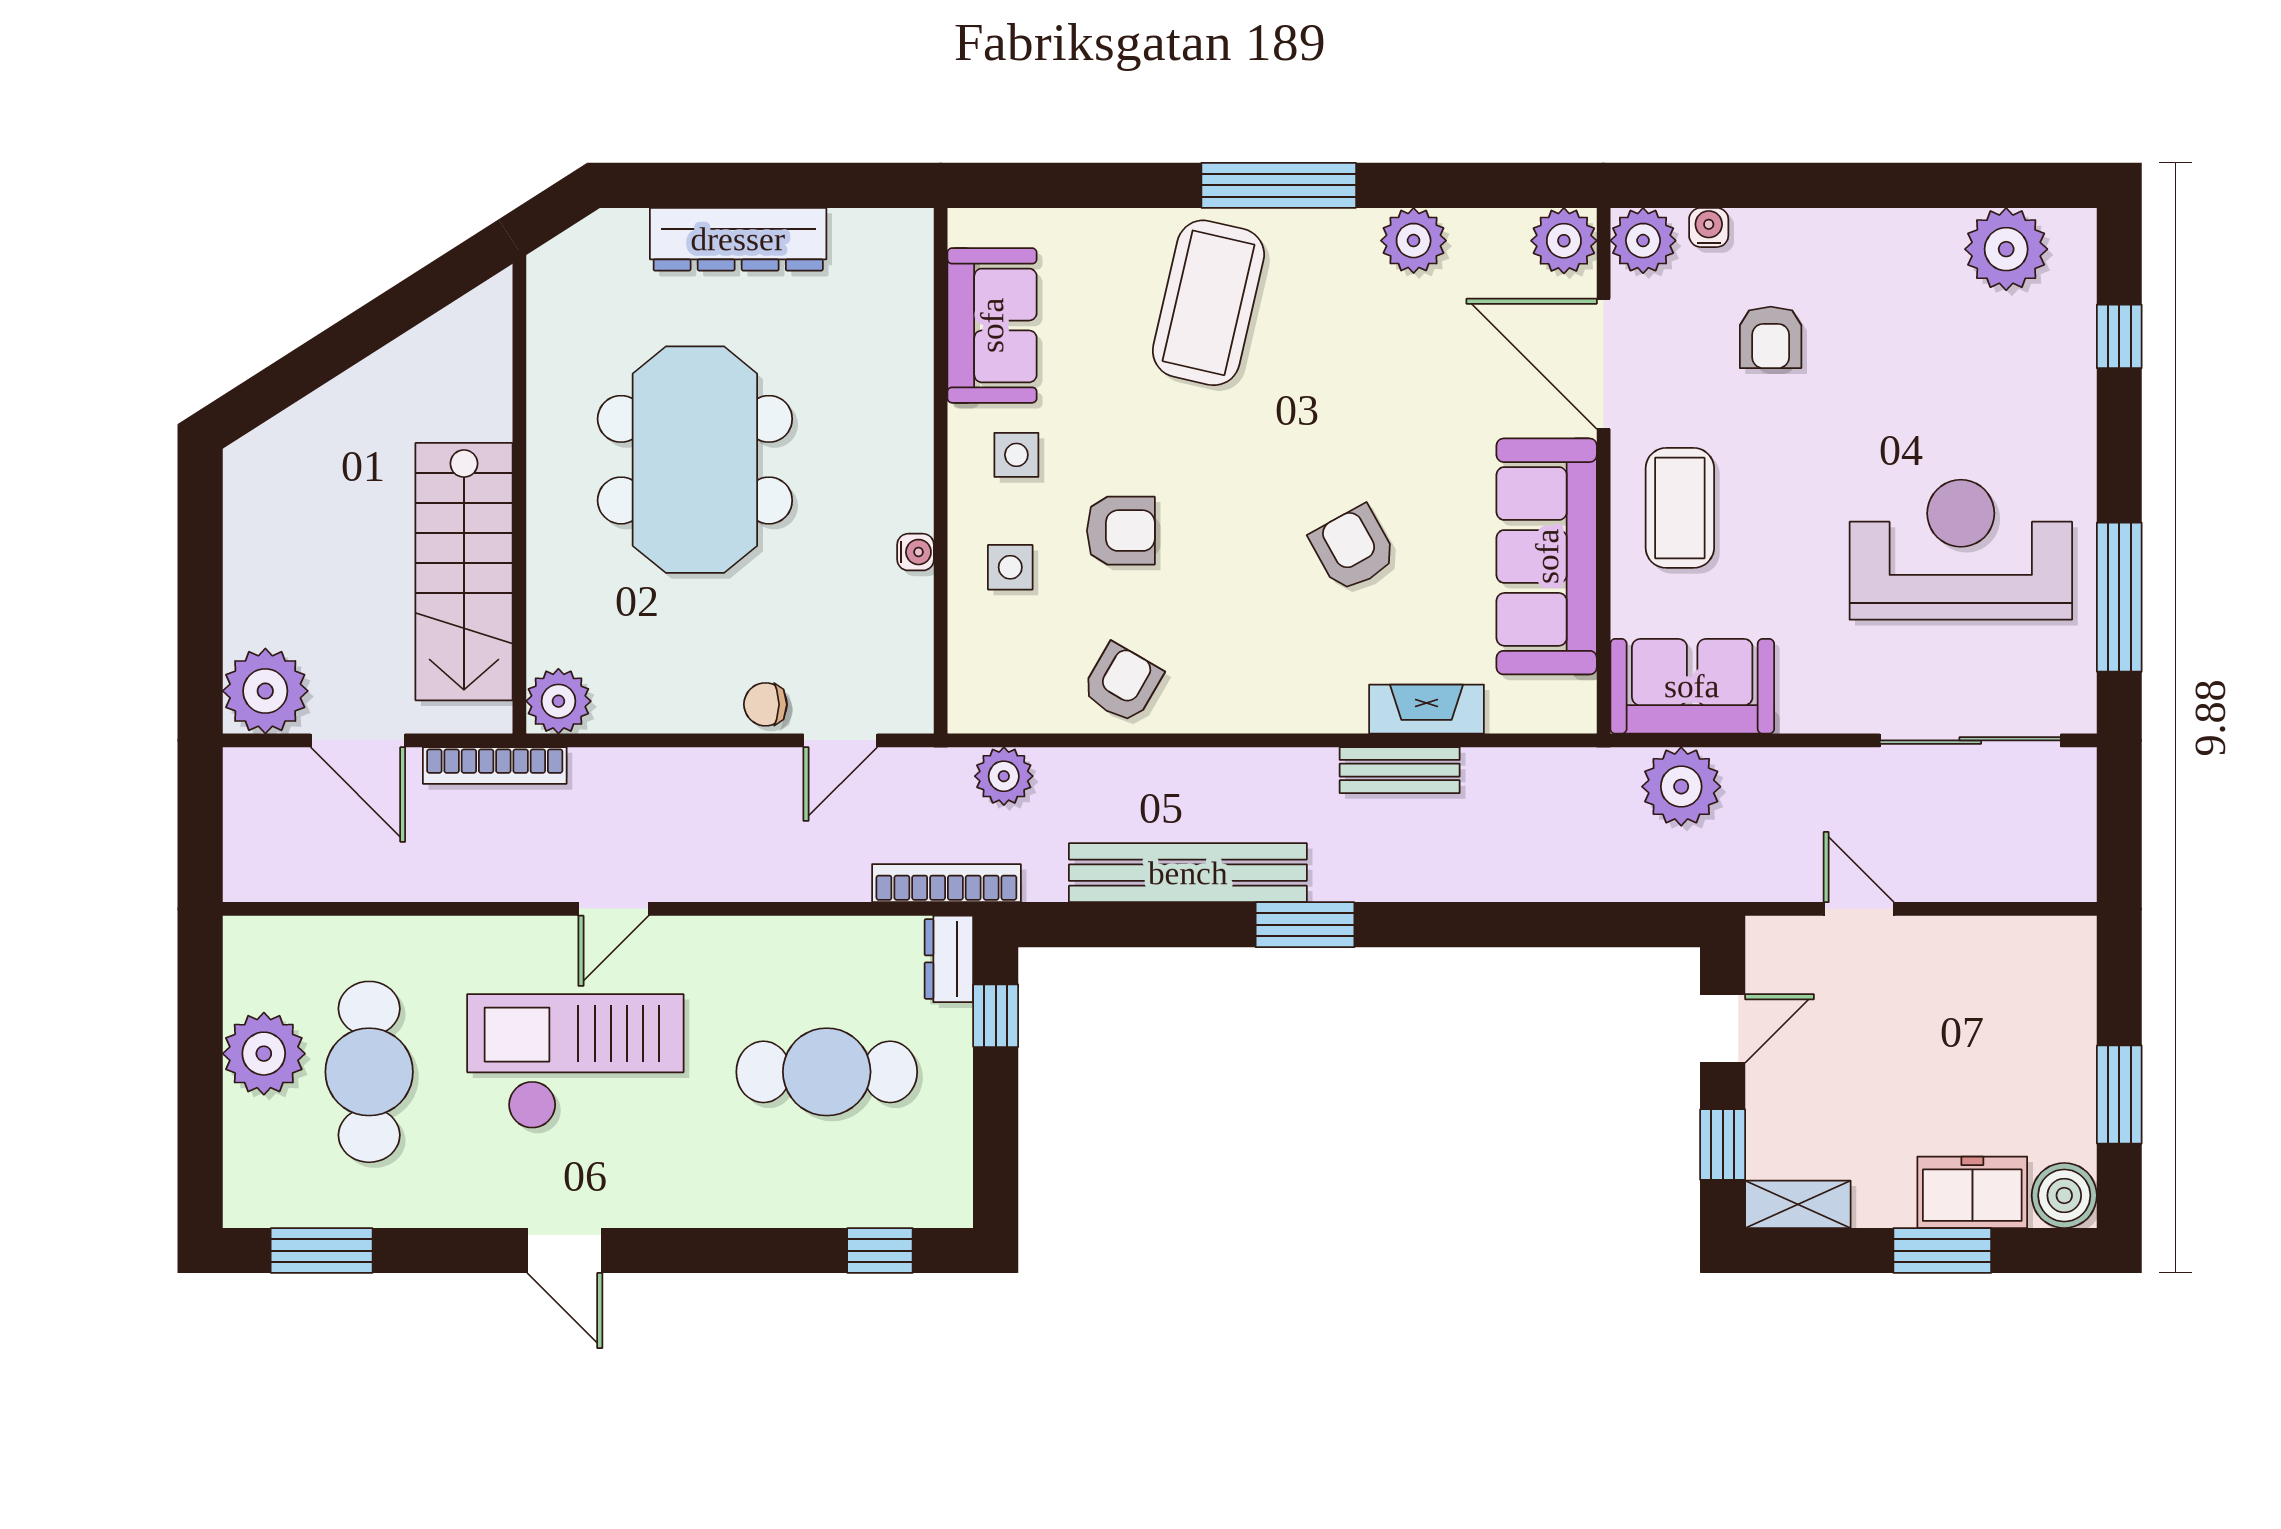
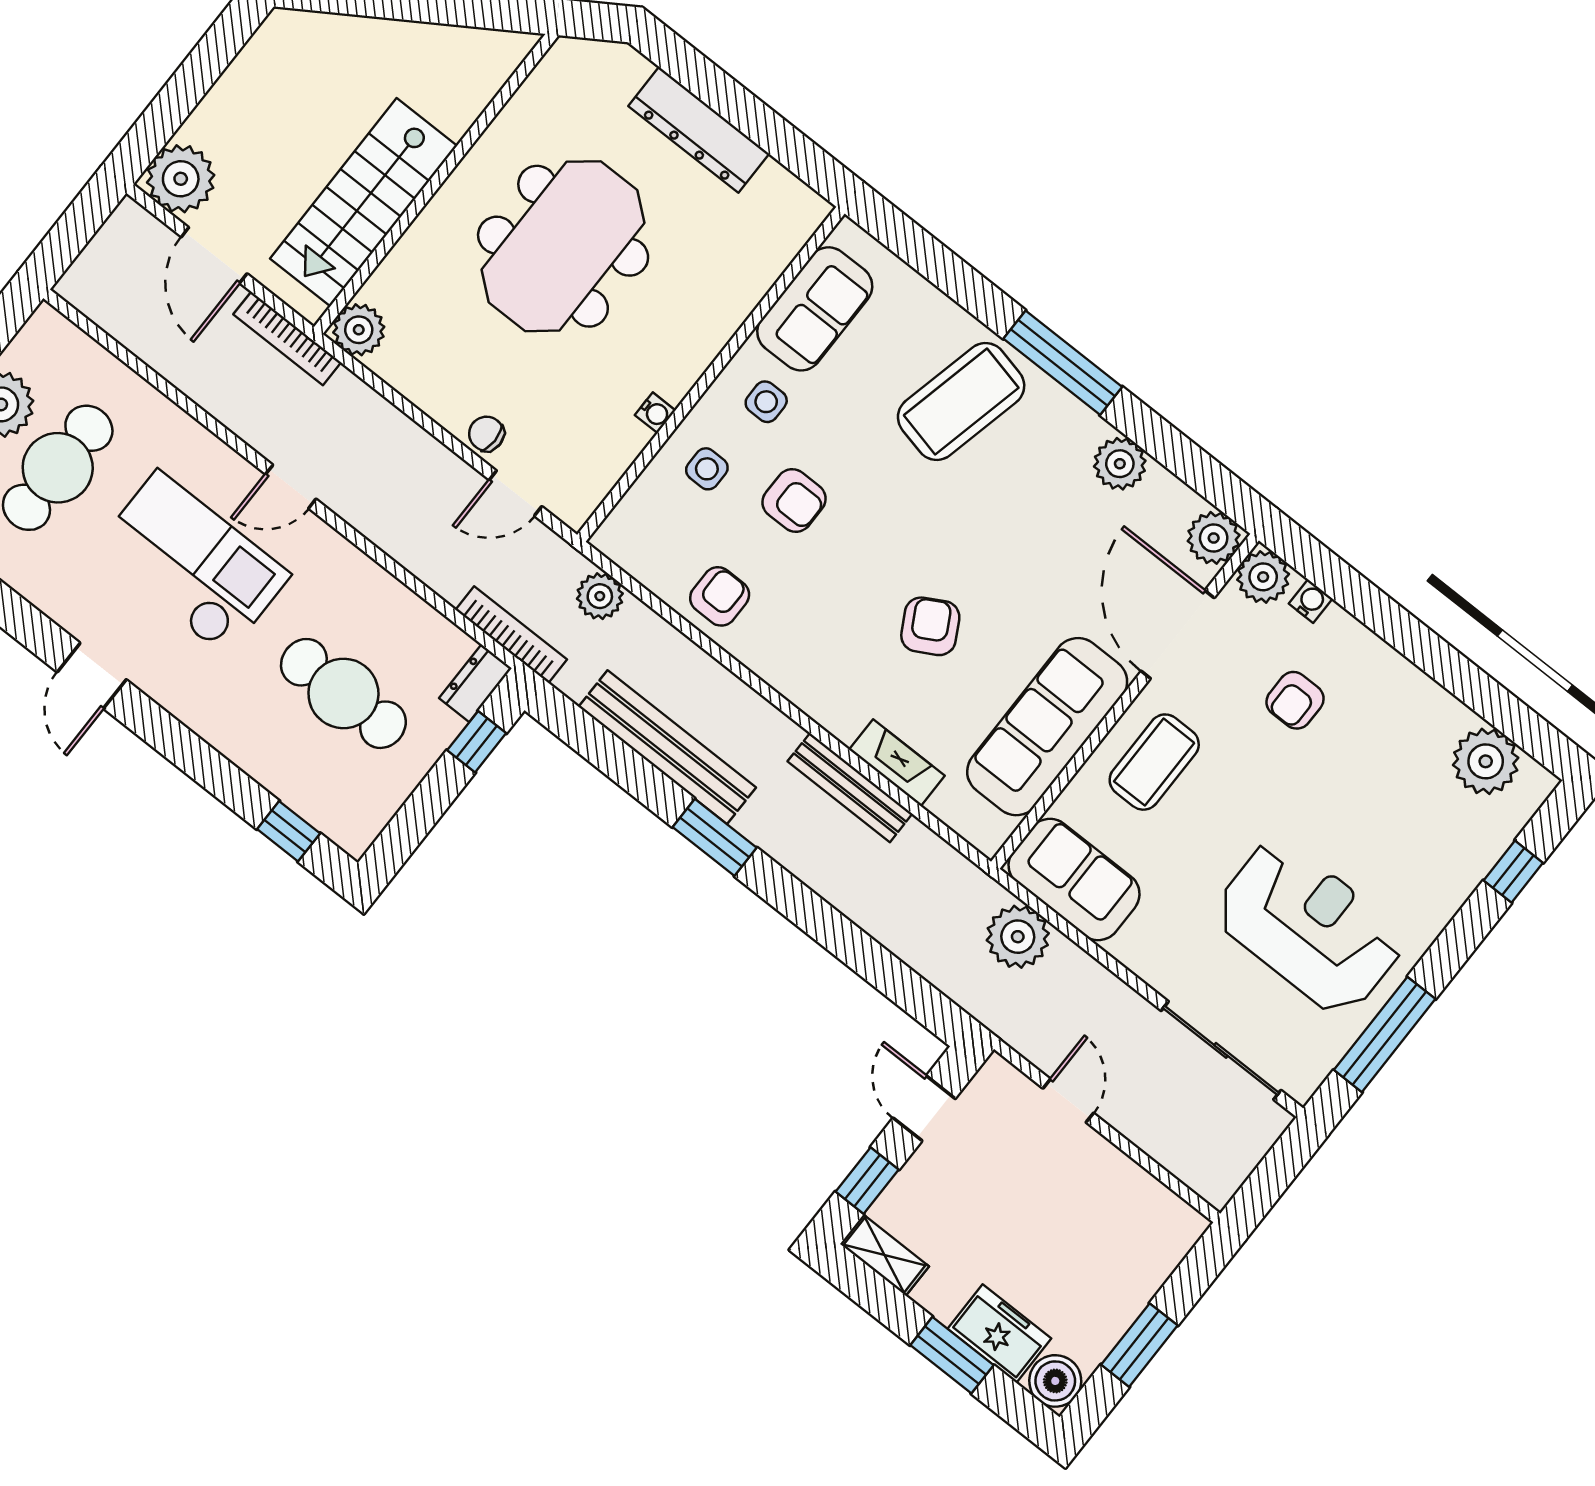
armchair: (1122, 683) -> (720, 596), turned -30
bench: (1400, 770) -> (850, 788), width x1.36
door: (1723, 1029) -> (924, 1108), swing flipped

